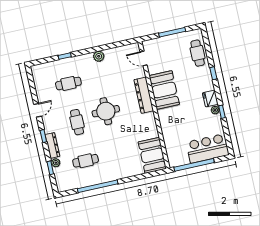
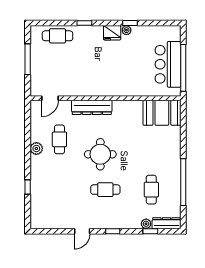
cafe table: (68, 83) -> (59, 139), moved
booth: (164, 90) -> (91, 83), removed
door: (38, 110) -> (82, 231), swing flipped
dresser: (52, 145) -> (166, 223), moved
bar counter: (208, 148) -> (168, 64), moved

